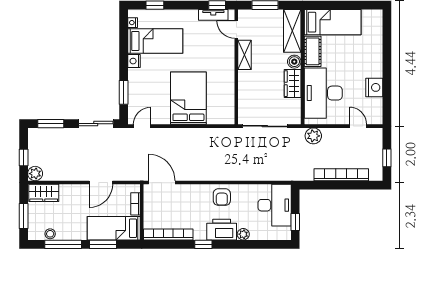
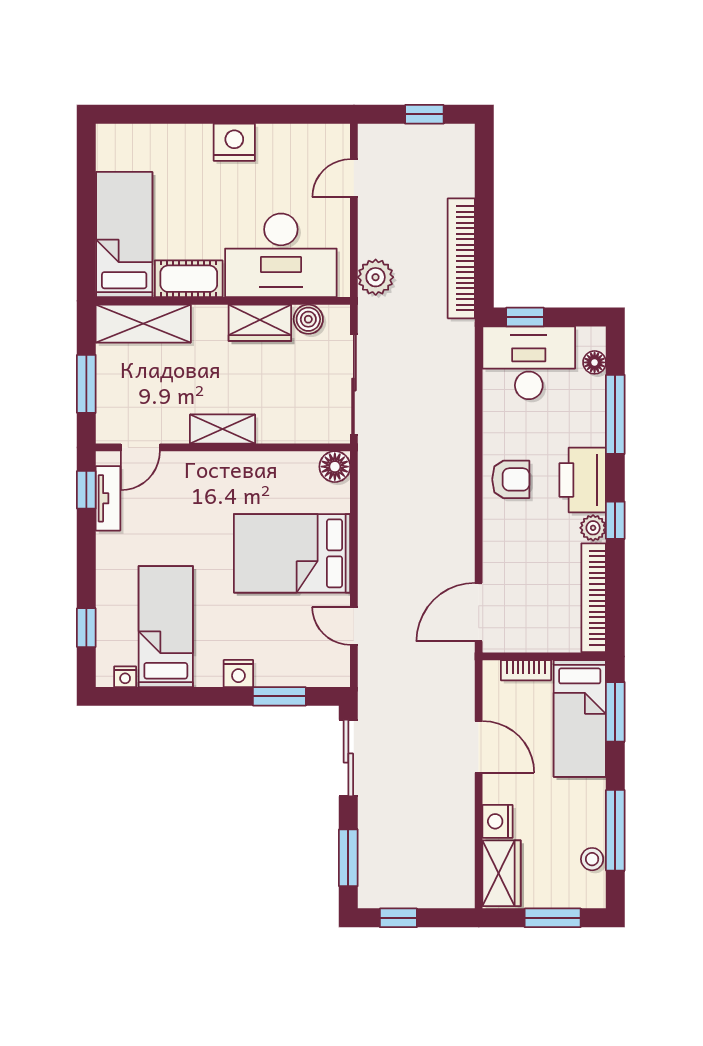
shelving: (245, 55) -> (222, 429), moved
nightstand: (134, 61) -> (238, 673), moved
boiler: (294, 62) -> (308, 319), moved
nightstand: (374, 87) -> (234, 142), moved
floor lamp: (228, 117) -> (335, 467), added
door: (142, 126) -> (354, 626), moved
window: (24, 157) -> (398, 918), moved
plant: (35, 174) -> (459, 892), removed
bookcase: (341, 175) -> (461, 258), moved
nightstand: (67, 191) -> (498, 821), added
window: (295, 222) -> (525, 317), moved
plant: (243, 234) -> (593, 528), moved
floor lamp: (275, 235) -> (595, 362), added
window: (103, 244) -> (615, 712), moved
window: (251, 244) -> (615, 414), added

